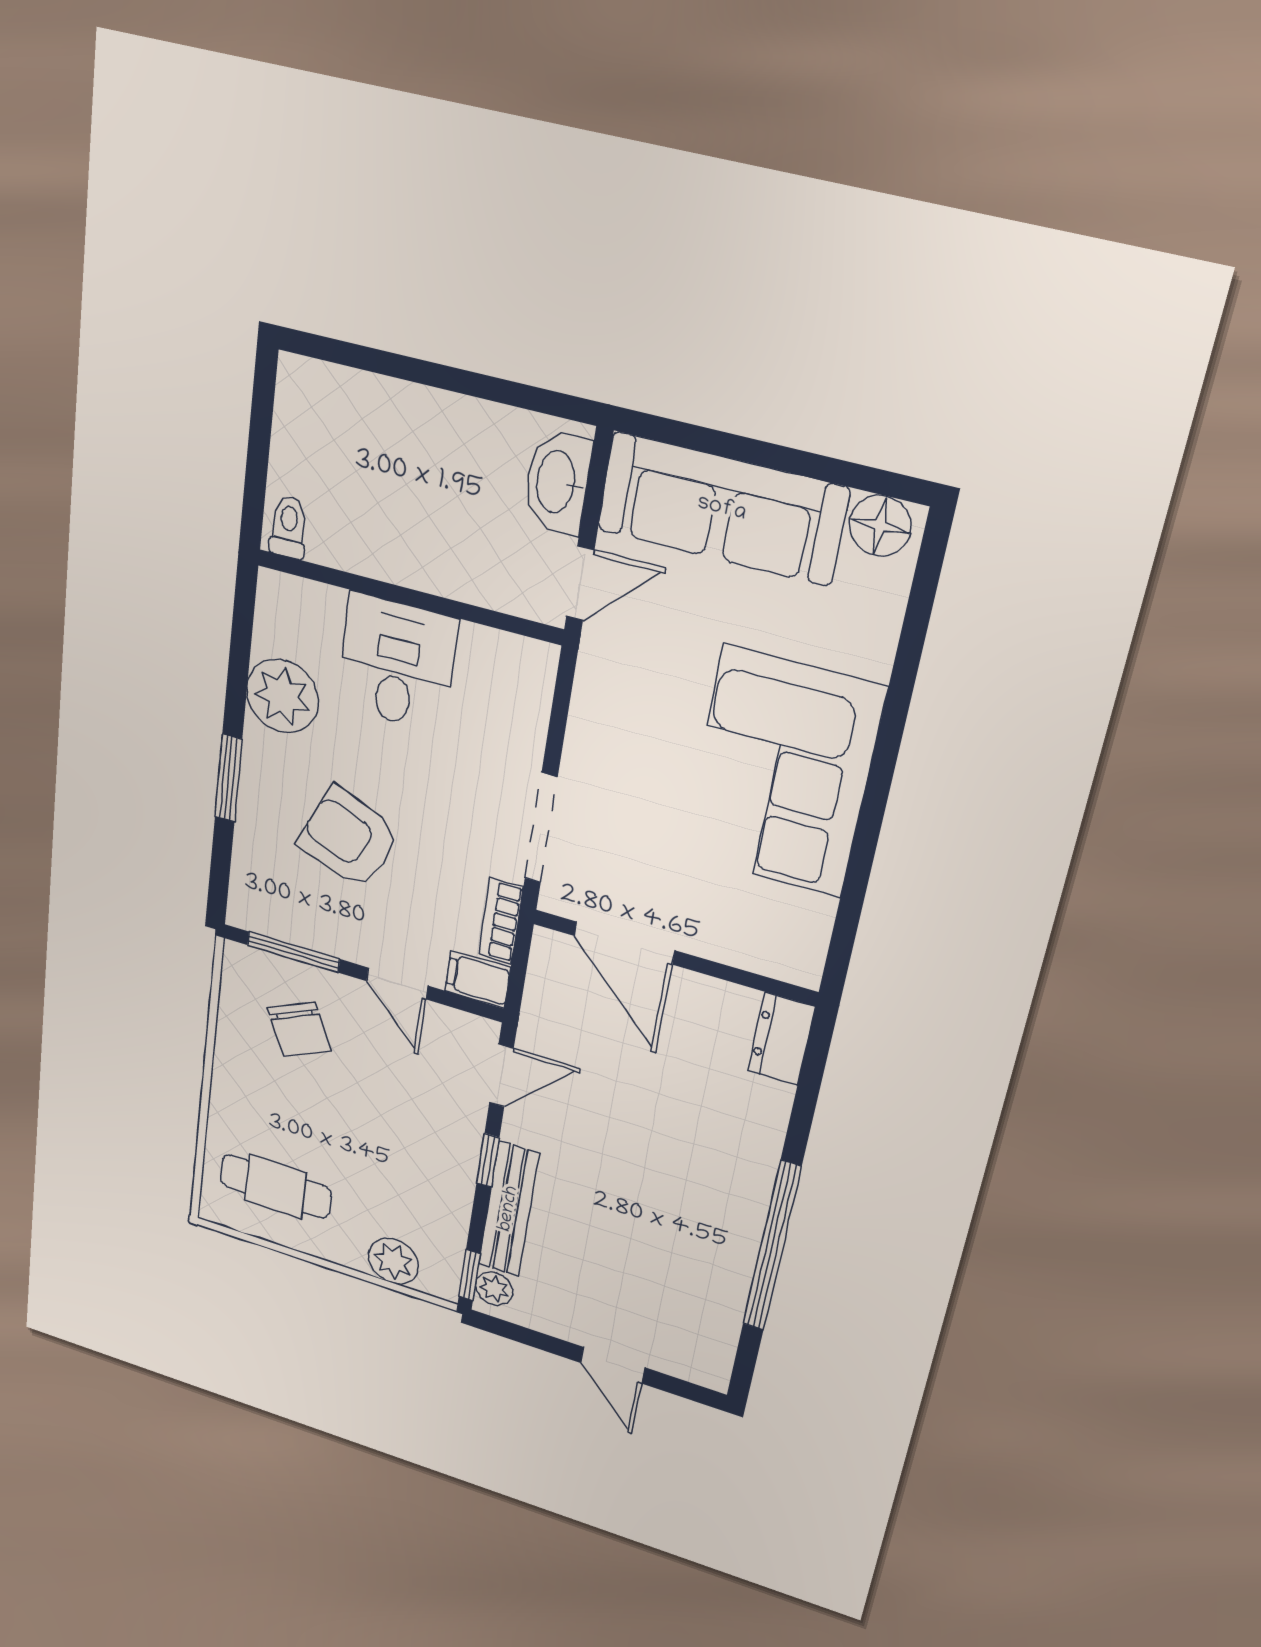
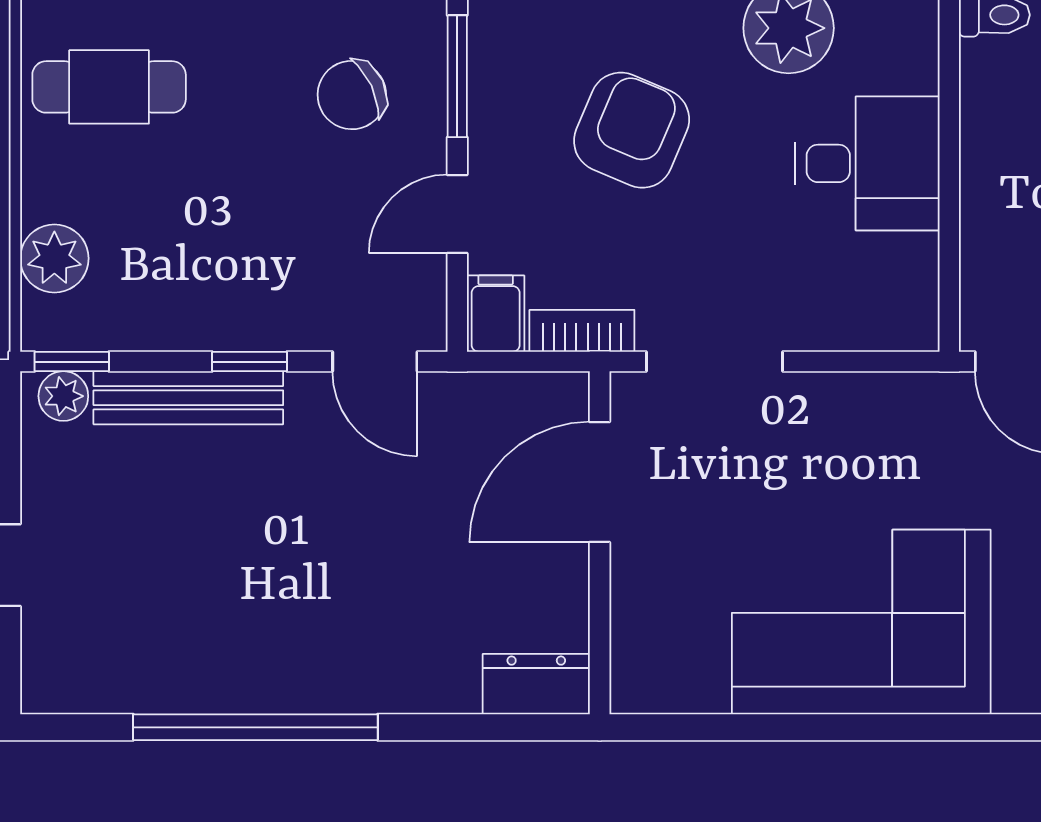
cafe table: (276, 1187) -> (109, 87), turned 90

